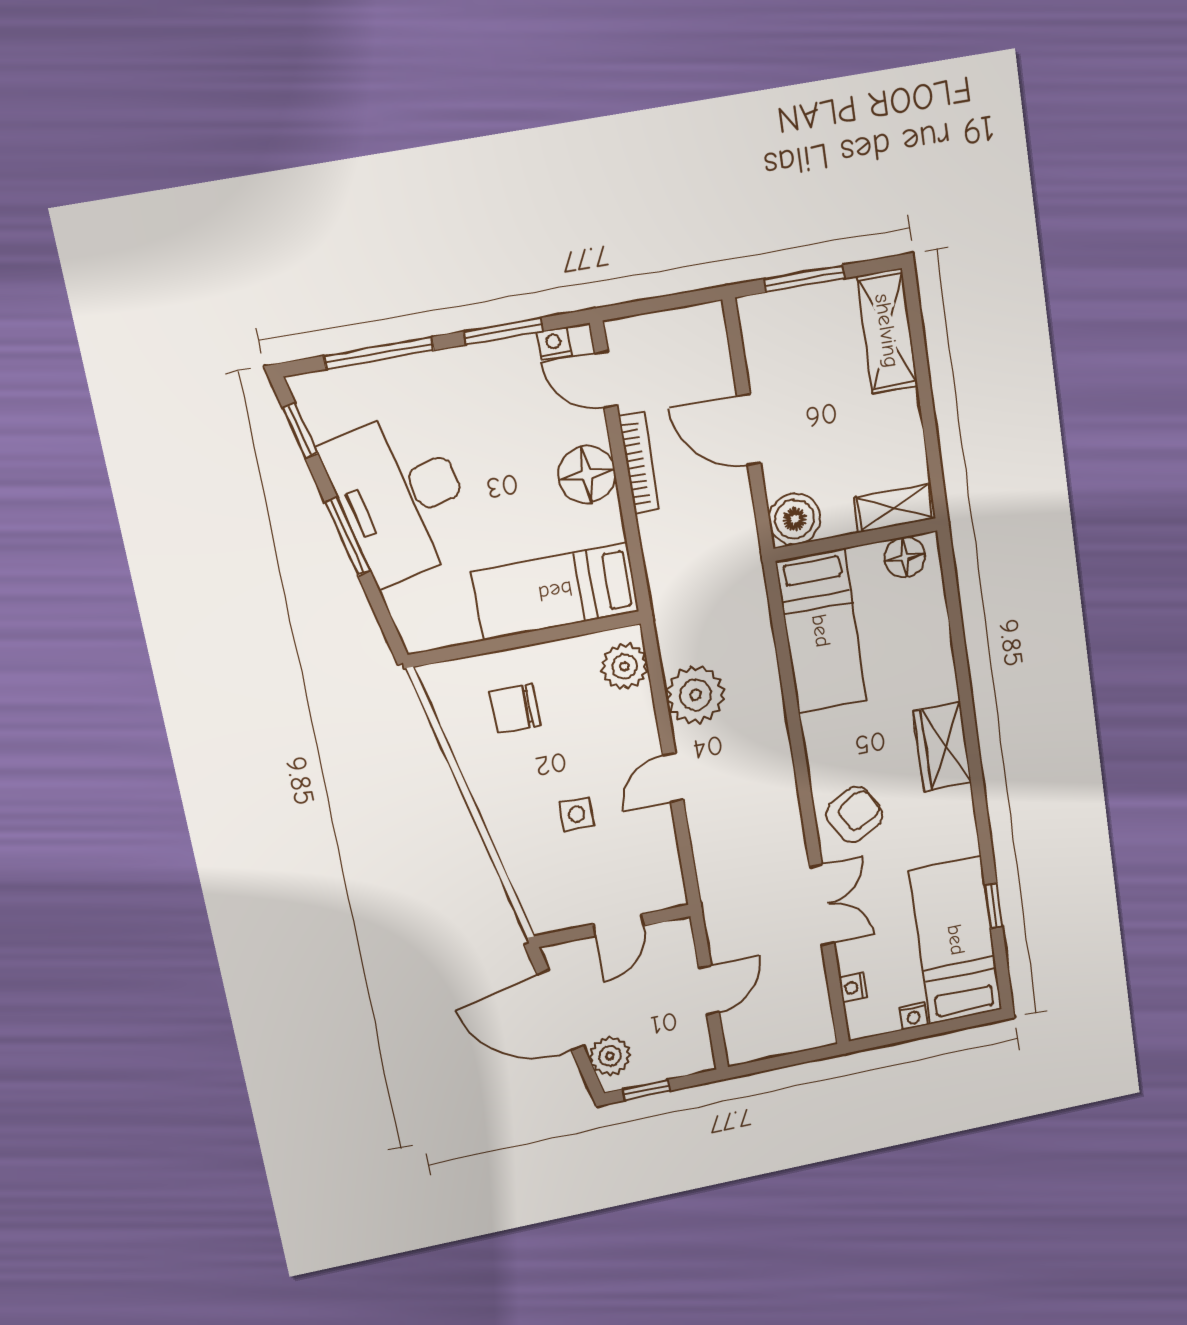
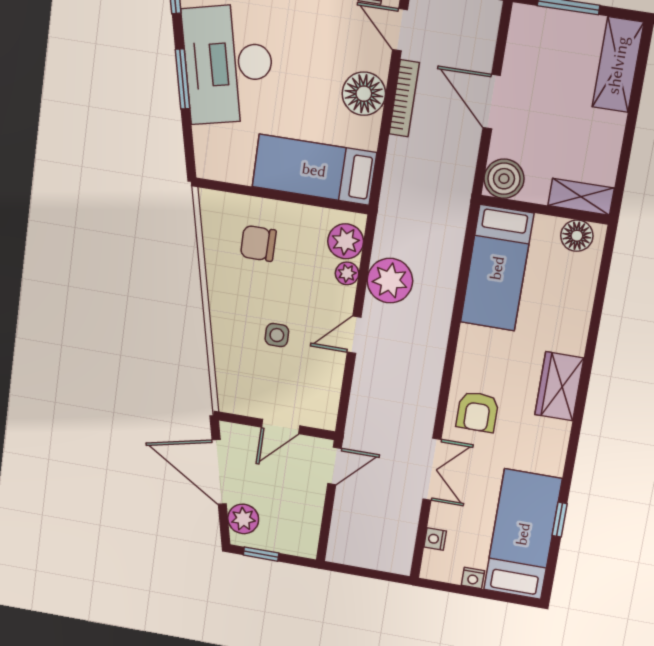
plant: (639, 705) -> (347, 273), added
armchair: (854, 814) -> (477, 412), turned 120
door: (709, 990) -> (335, 466), moved

